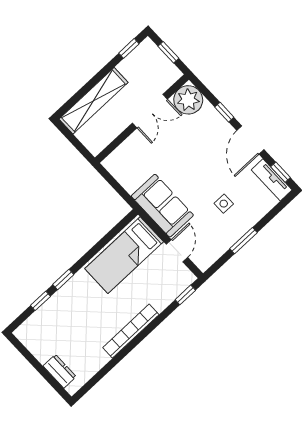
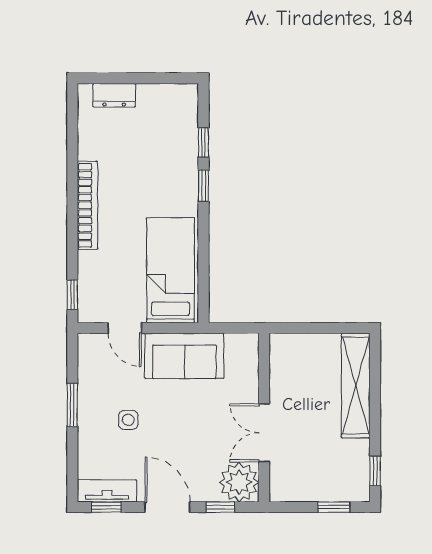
plant: (188, 100) -> (239, 482), moved
double door: (150, 111) -> (264, 433), moved
wall: (142, 119) -> (264, 418), moved

